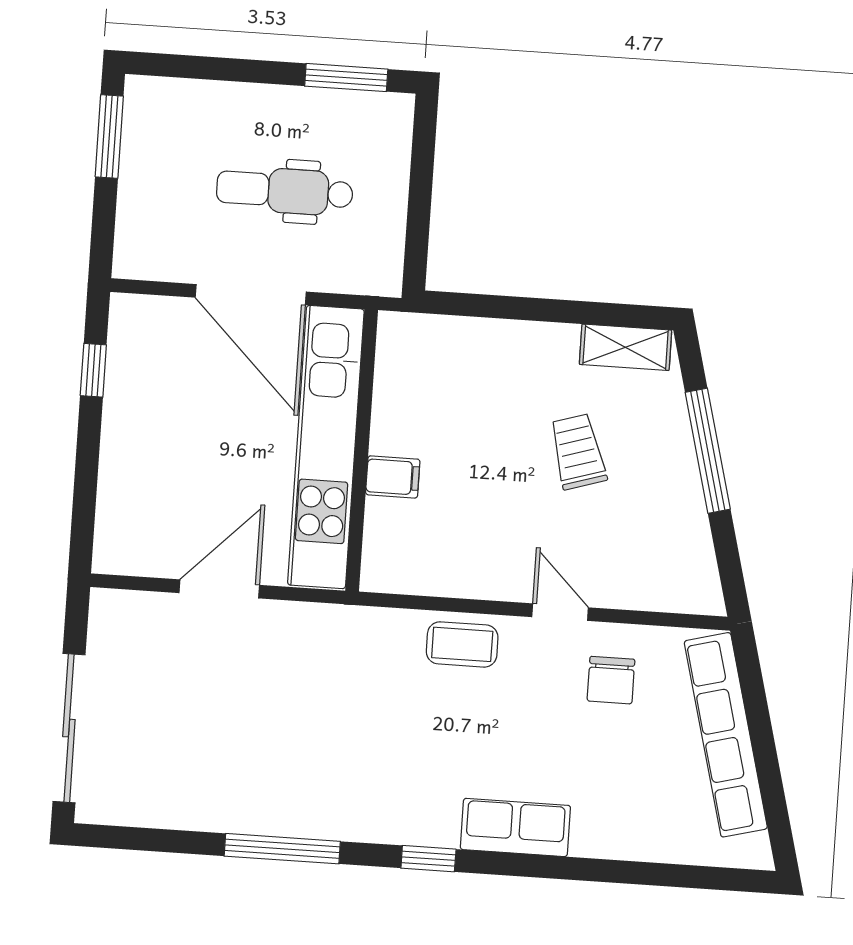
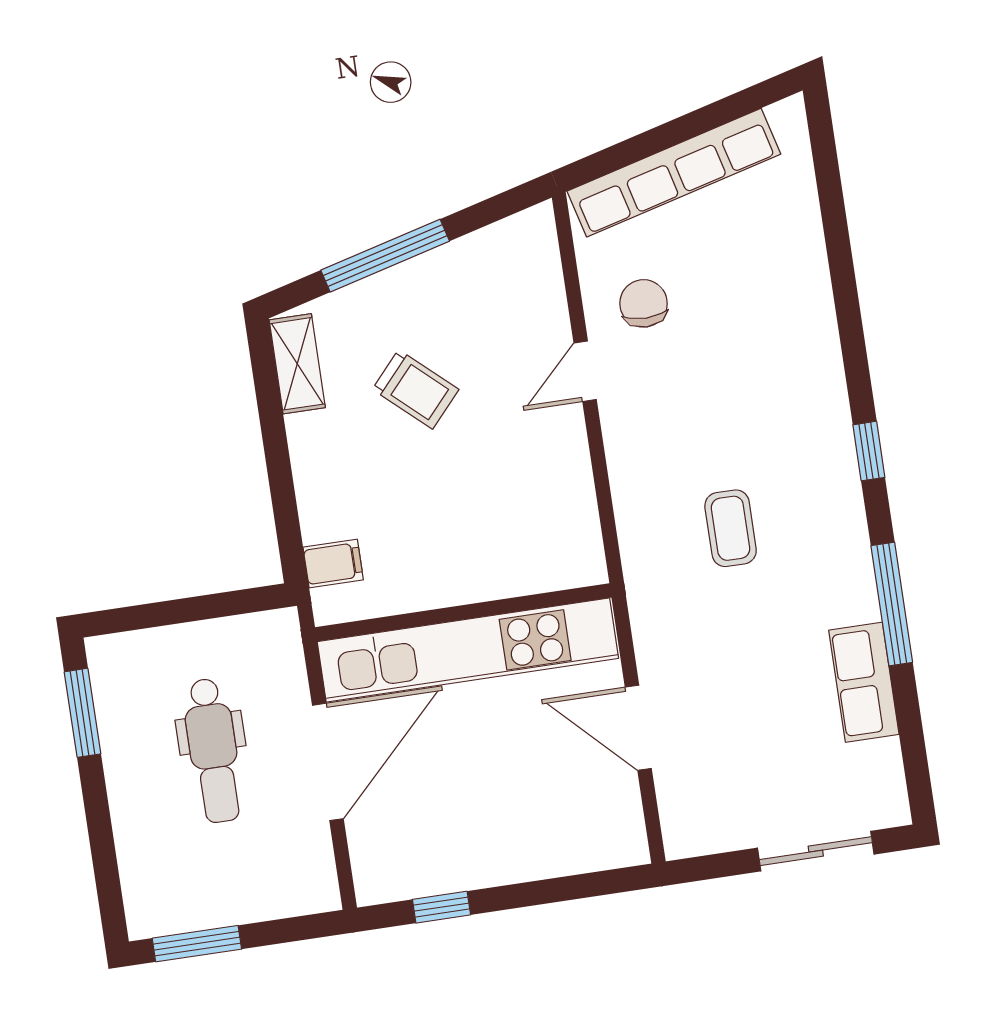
trolley: (578, 452) -> (416, 389), turned -121
filing cabinet: (393, 477) -> (333, 564), moved, turned 90
coffee table: (462, 644) -> (731, 528), moved
chair: (611, 680) -> (644, 303), turned -90
sliding door: (69, 728) -> (816, 851), width x0.73
row of seats: (515, 827) -> (864, 682), moved

